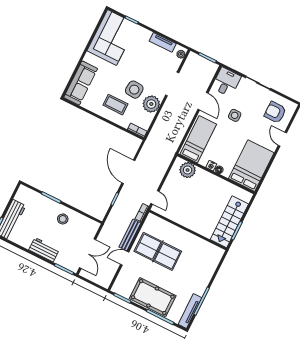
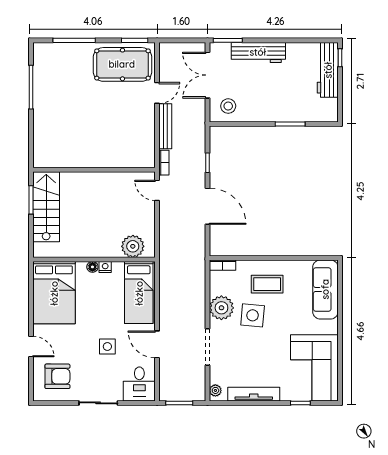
tv unit: (163, 42) -> (254, 394), width x1.41
stool: (63, 219) -> (228, 106), moved
workbench: (44, 250) -> (258, 52), width x1.38
table tennis table: (158, 251) -> (119, 123), removed
pool table: (153, 297) -> (122, 64), moved
tv unit: (190, 311) -> (40, 67), removed

